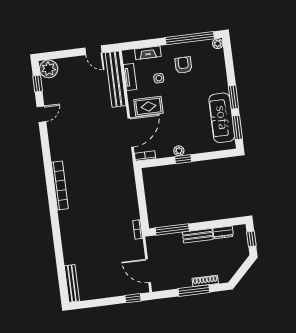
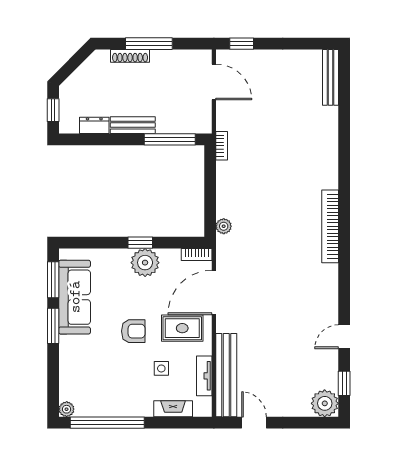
armchair: (183, 65) -> (133, 331), moved, turned -90
plant: (179, 151) -> (145, 263), width x1.88, depth x1.88
plant: (130, 177) -> (224, 226), added

